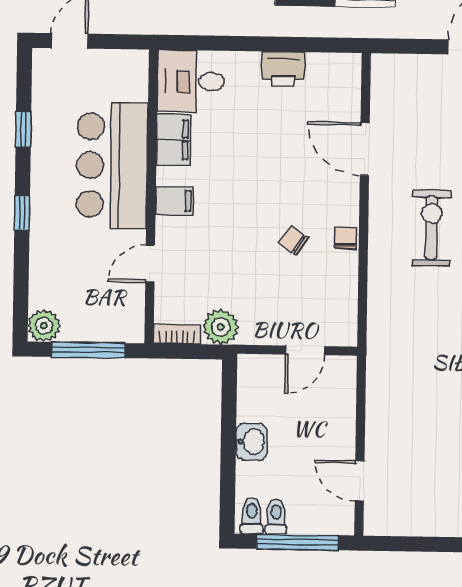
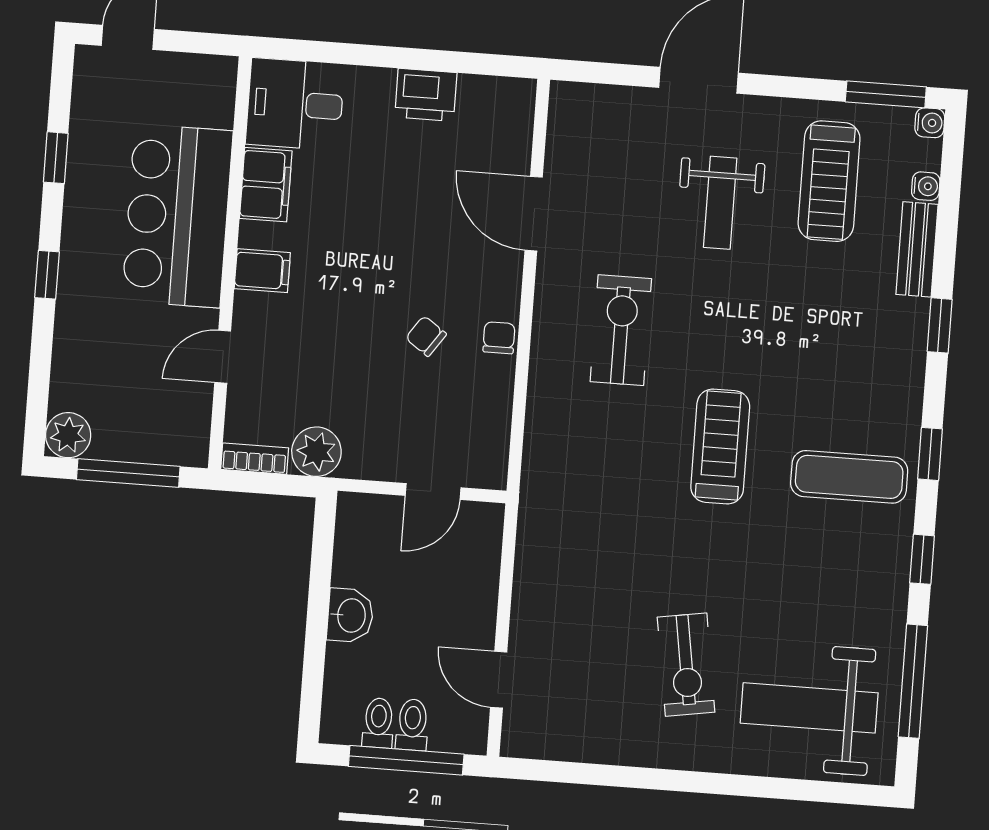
toilet: (252, 516) -> (412, 725), moved

